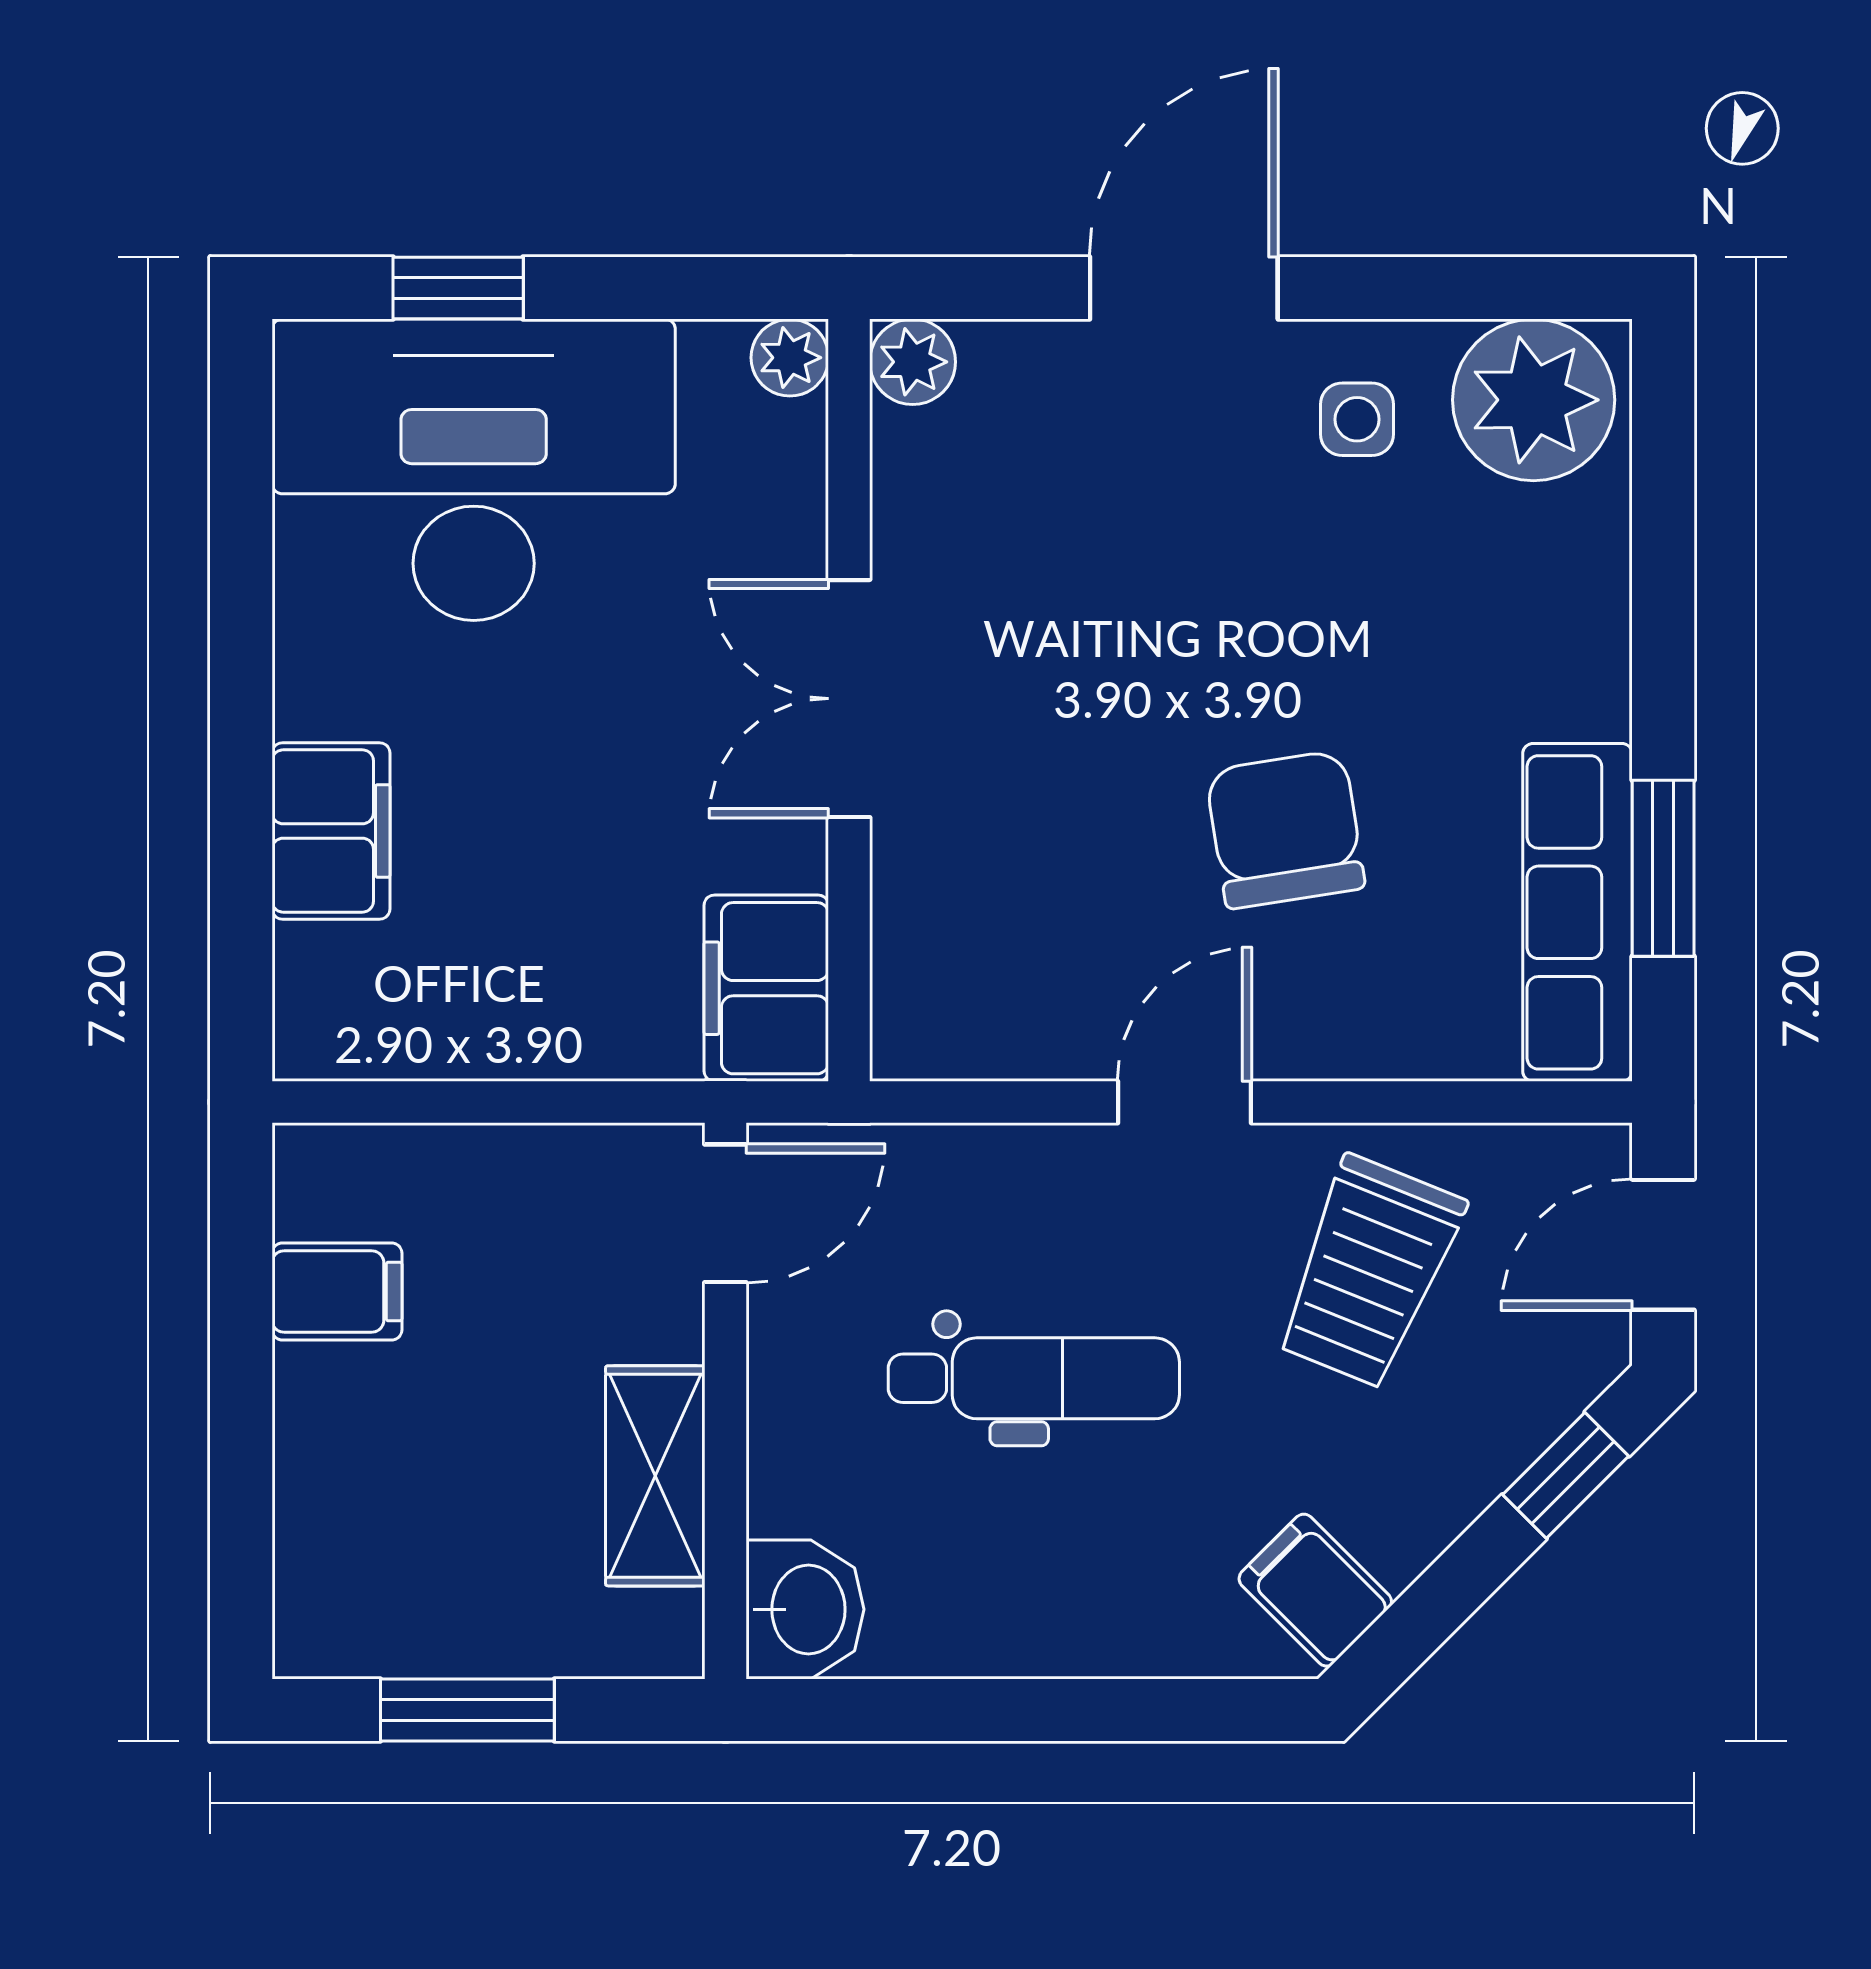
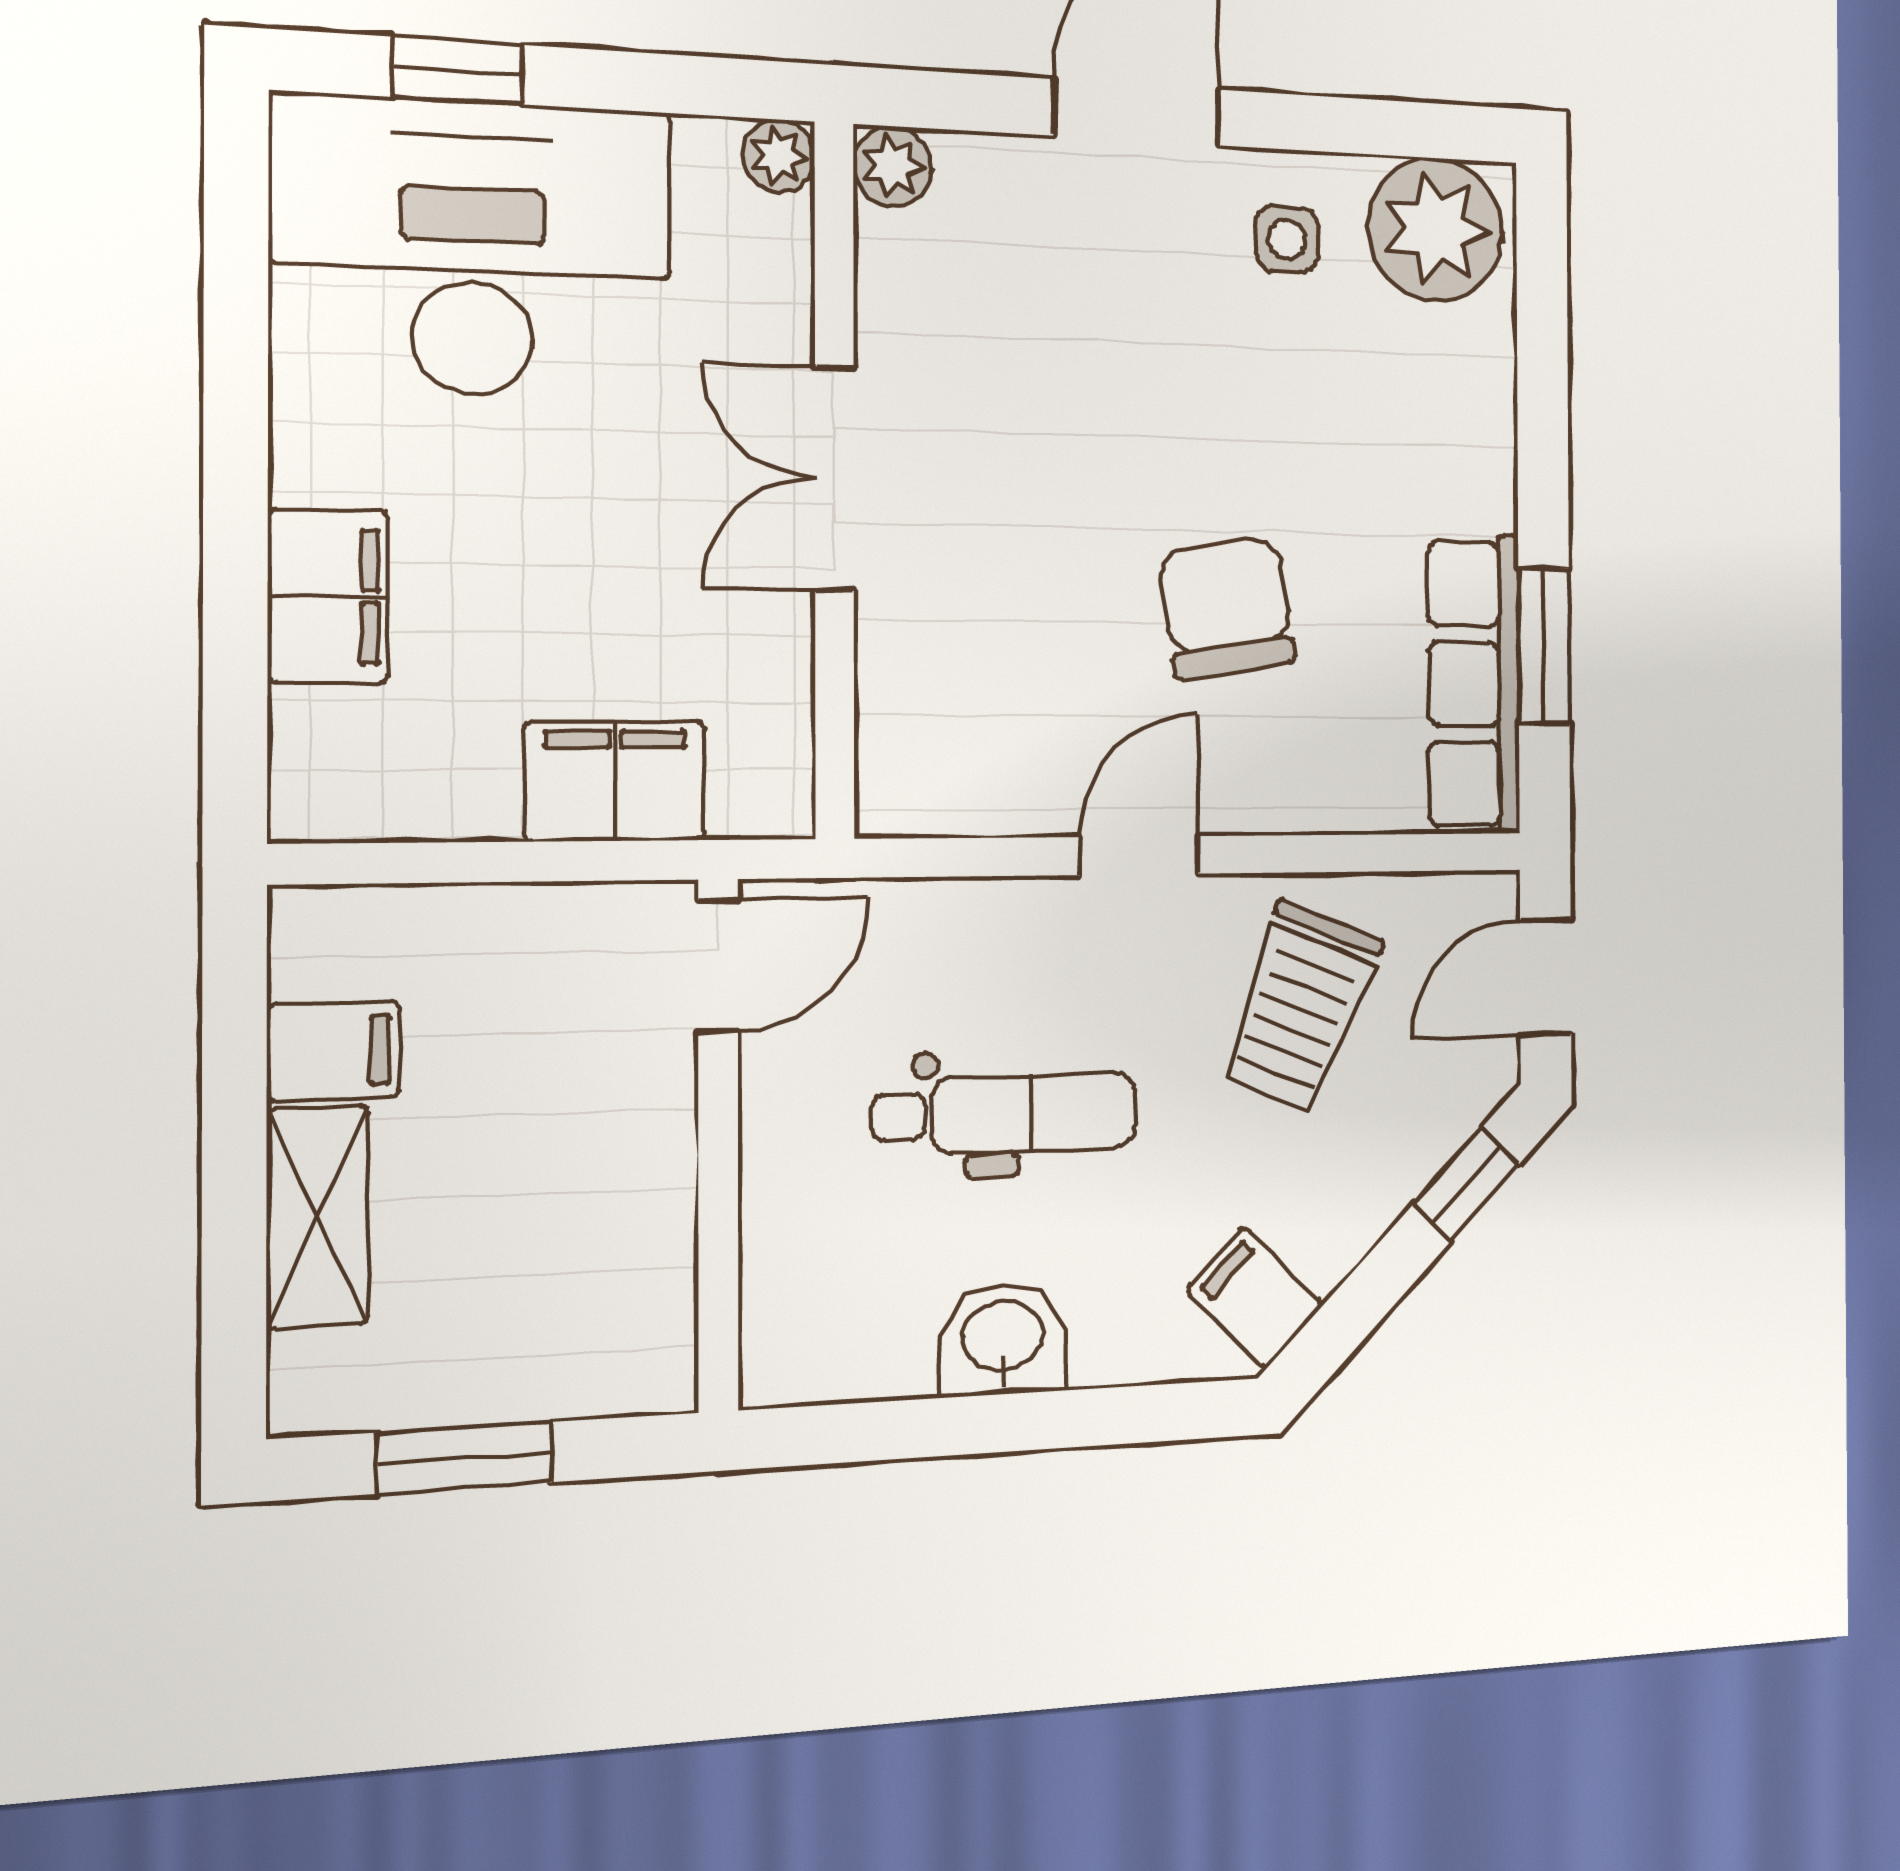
filing cabinet: (766, 988) -> (615, 781), moved, turned 90
shelving: (655, 1476) -> (318, 1217), moved
washbasin: (805, 1609) -> (1003, 1339), moved, turned -90

